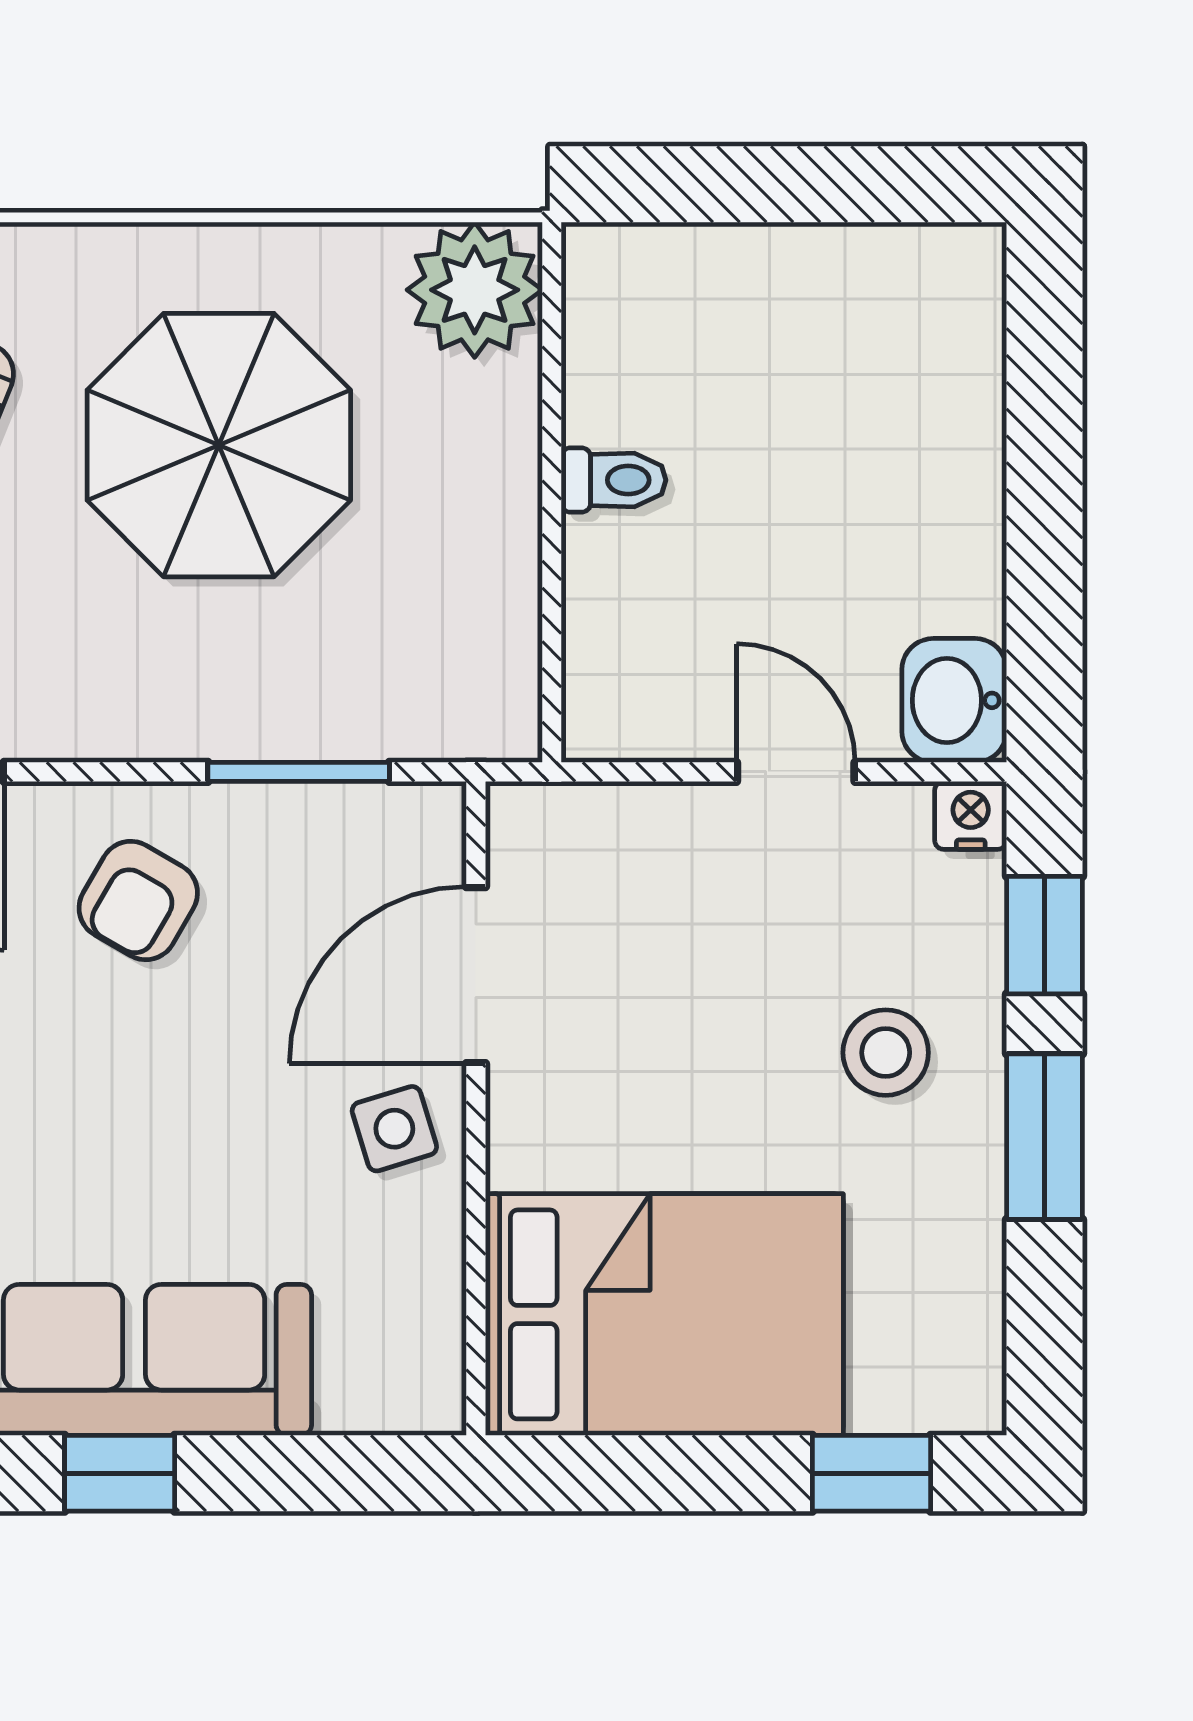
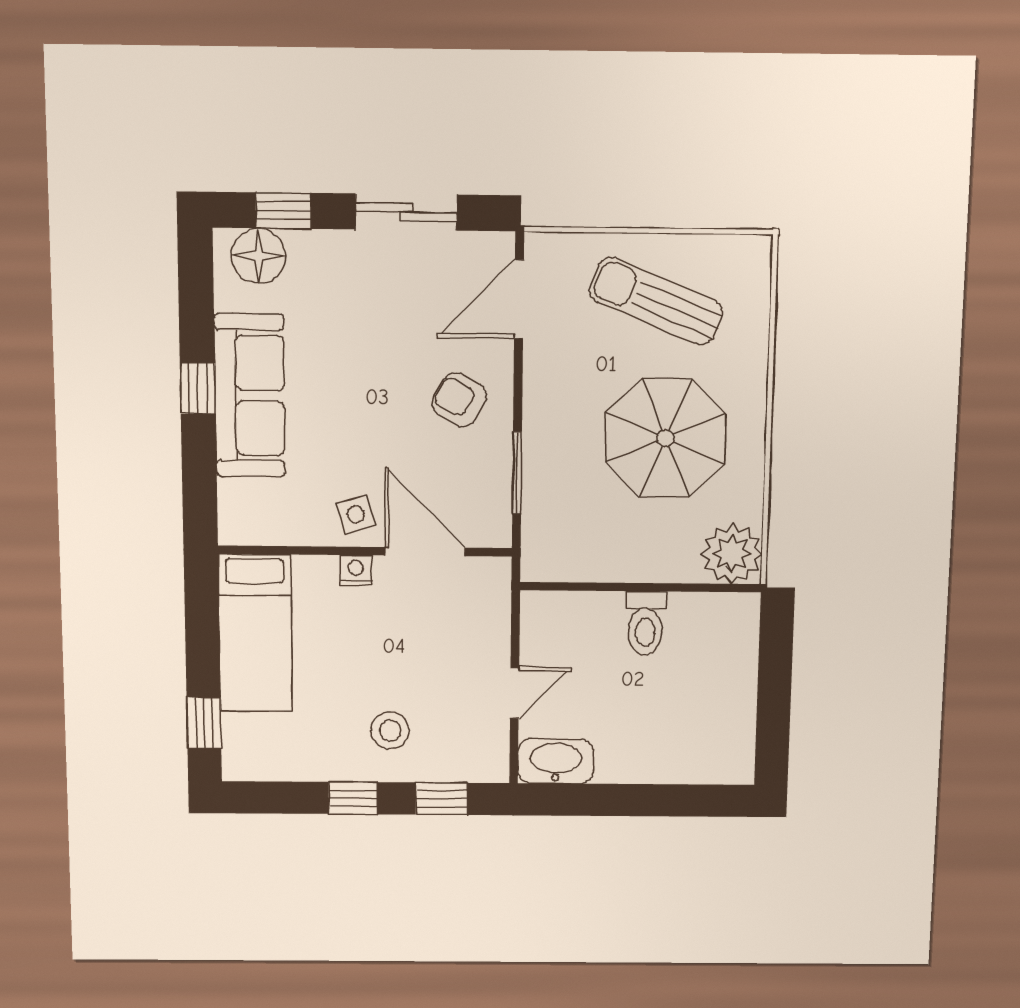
toilet: (614, 480) -> (645, 623), width x1.37, depth x1.39
washbasin: (954, 700) -> (556, 761), width x1.38
nightstand: (971, 815) -> (356, 570), moved, turned -90
window: (1045, 1137) -> (353, 798), width x0.67
bed: (664, 1314) -> (255, 633), width x0.67

